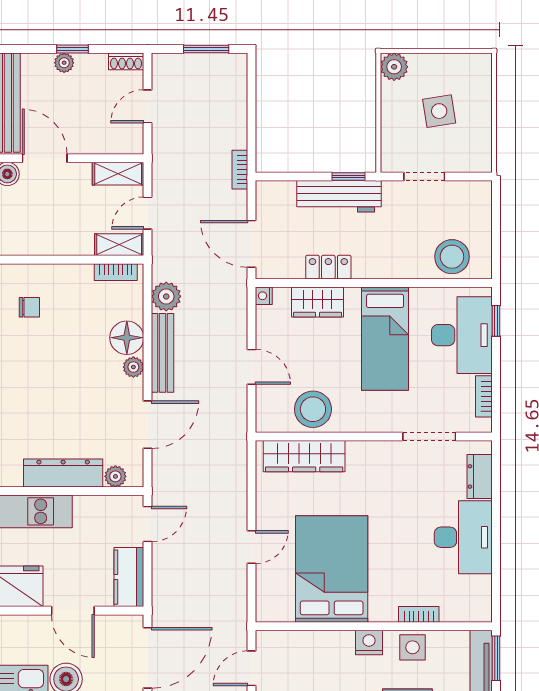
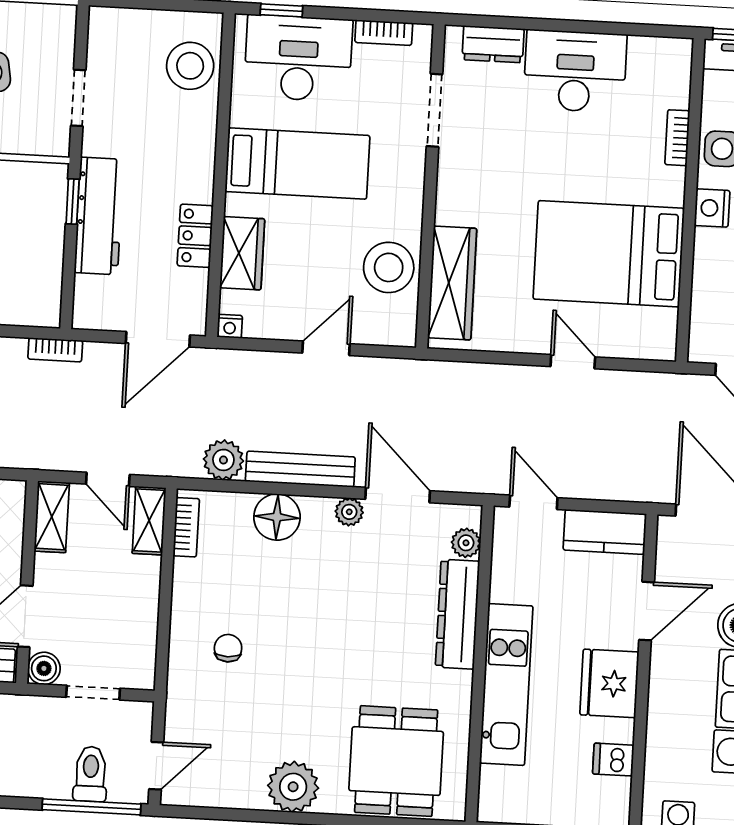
plant: (133, 367) -> (349, 512), moved

